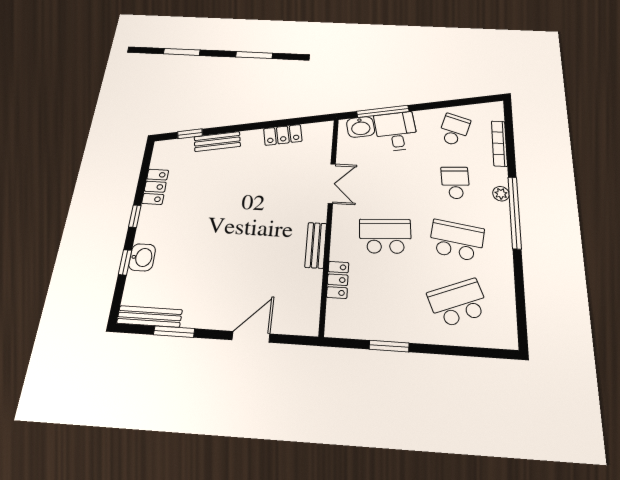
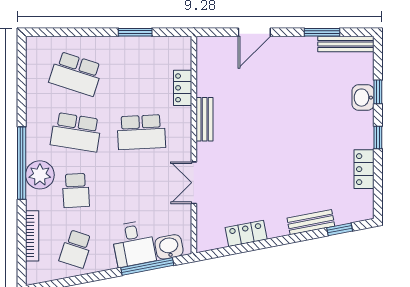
plant: (501, 194) -> (40, 175), width x1.87, depth x1.87
school desk: (458, 303) -> (76, 74), turned 39

